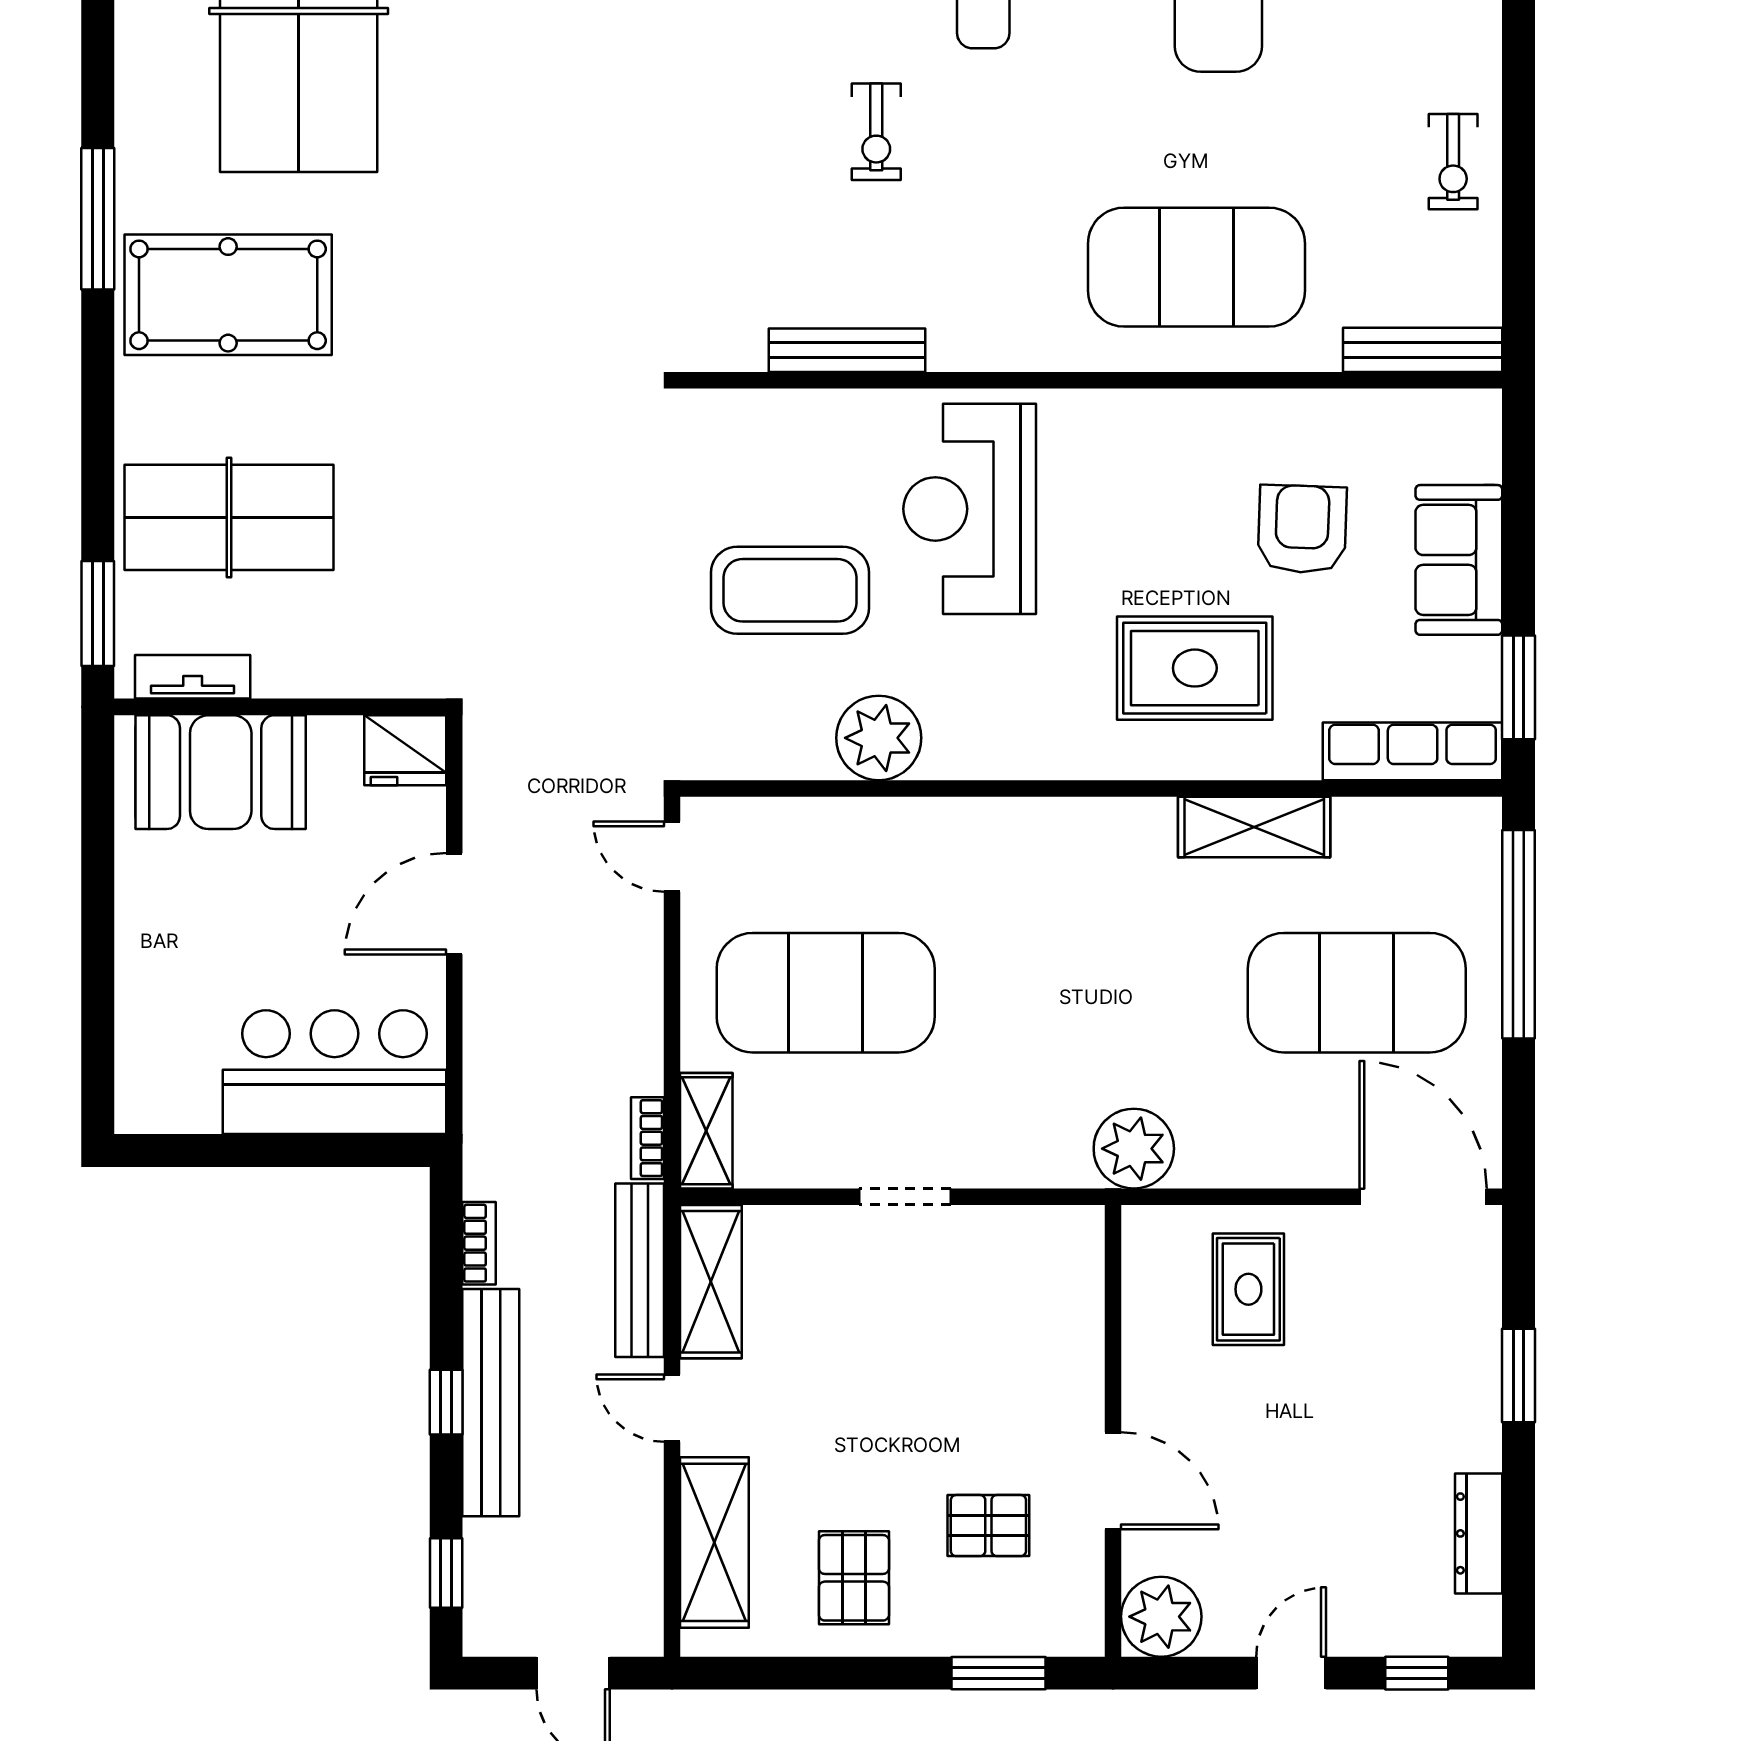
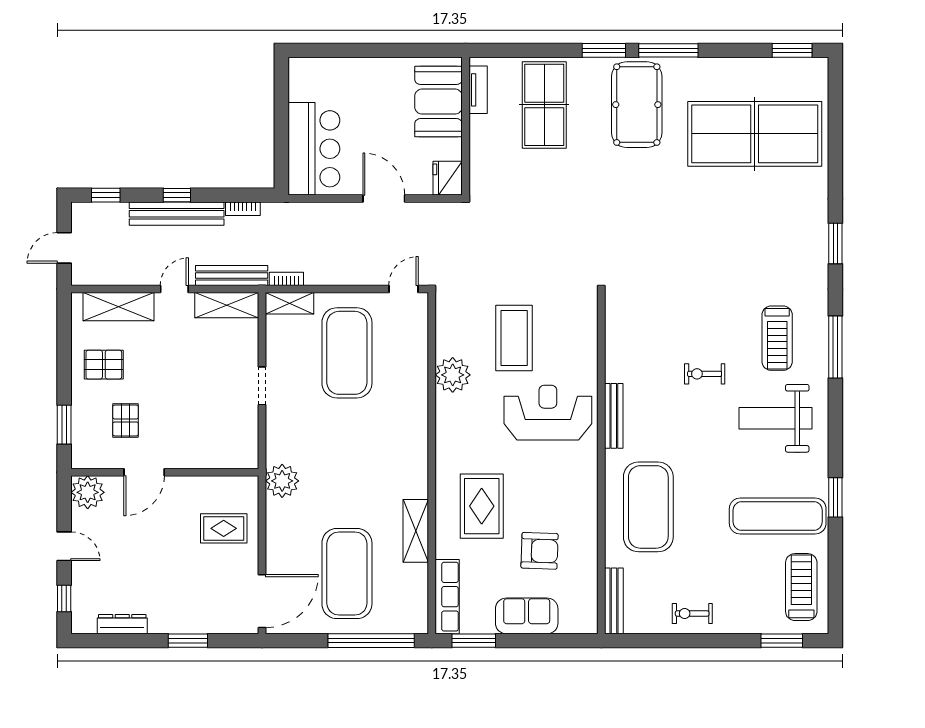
bench: (847, 350) -> (614, 416), moved
window: (98, 613) -> (604, 50), moved

